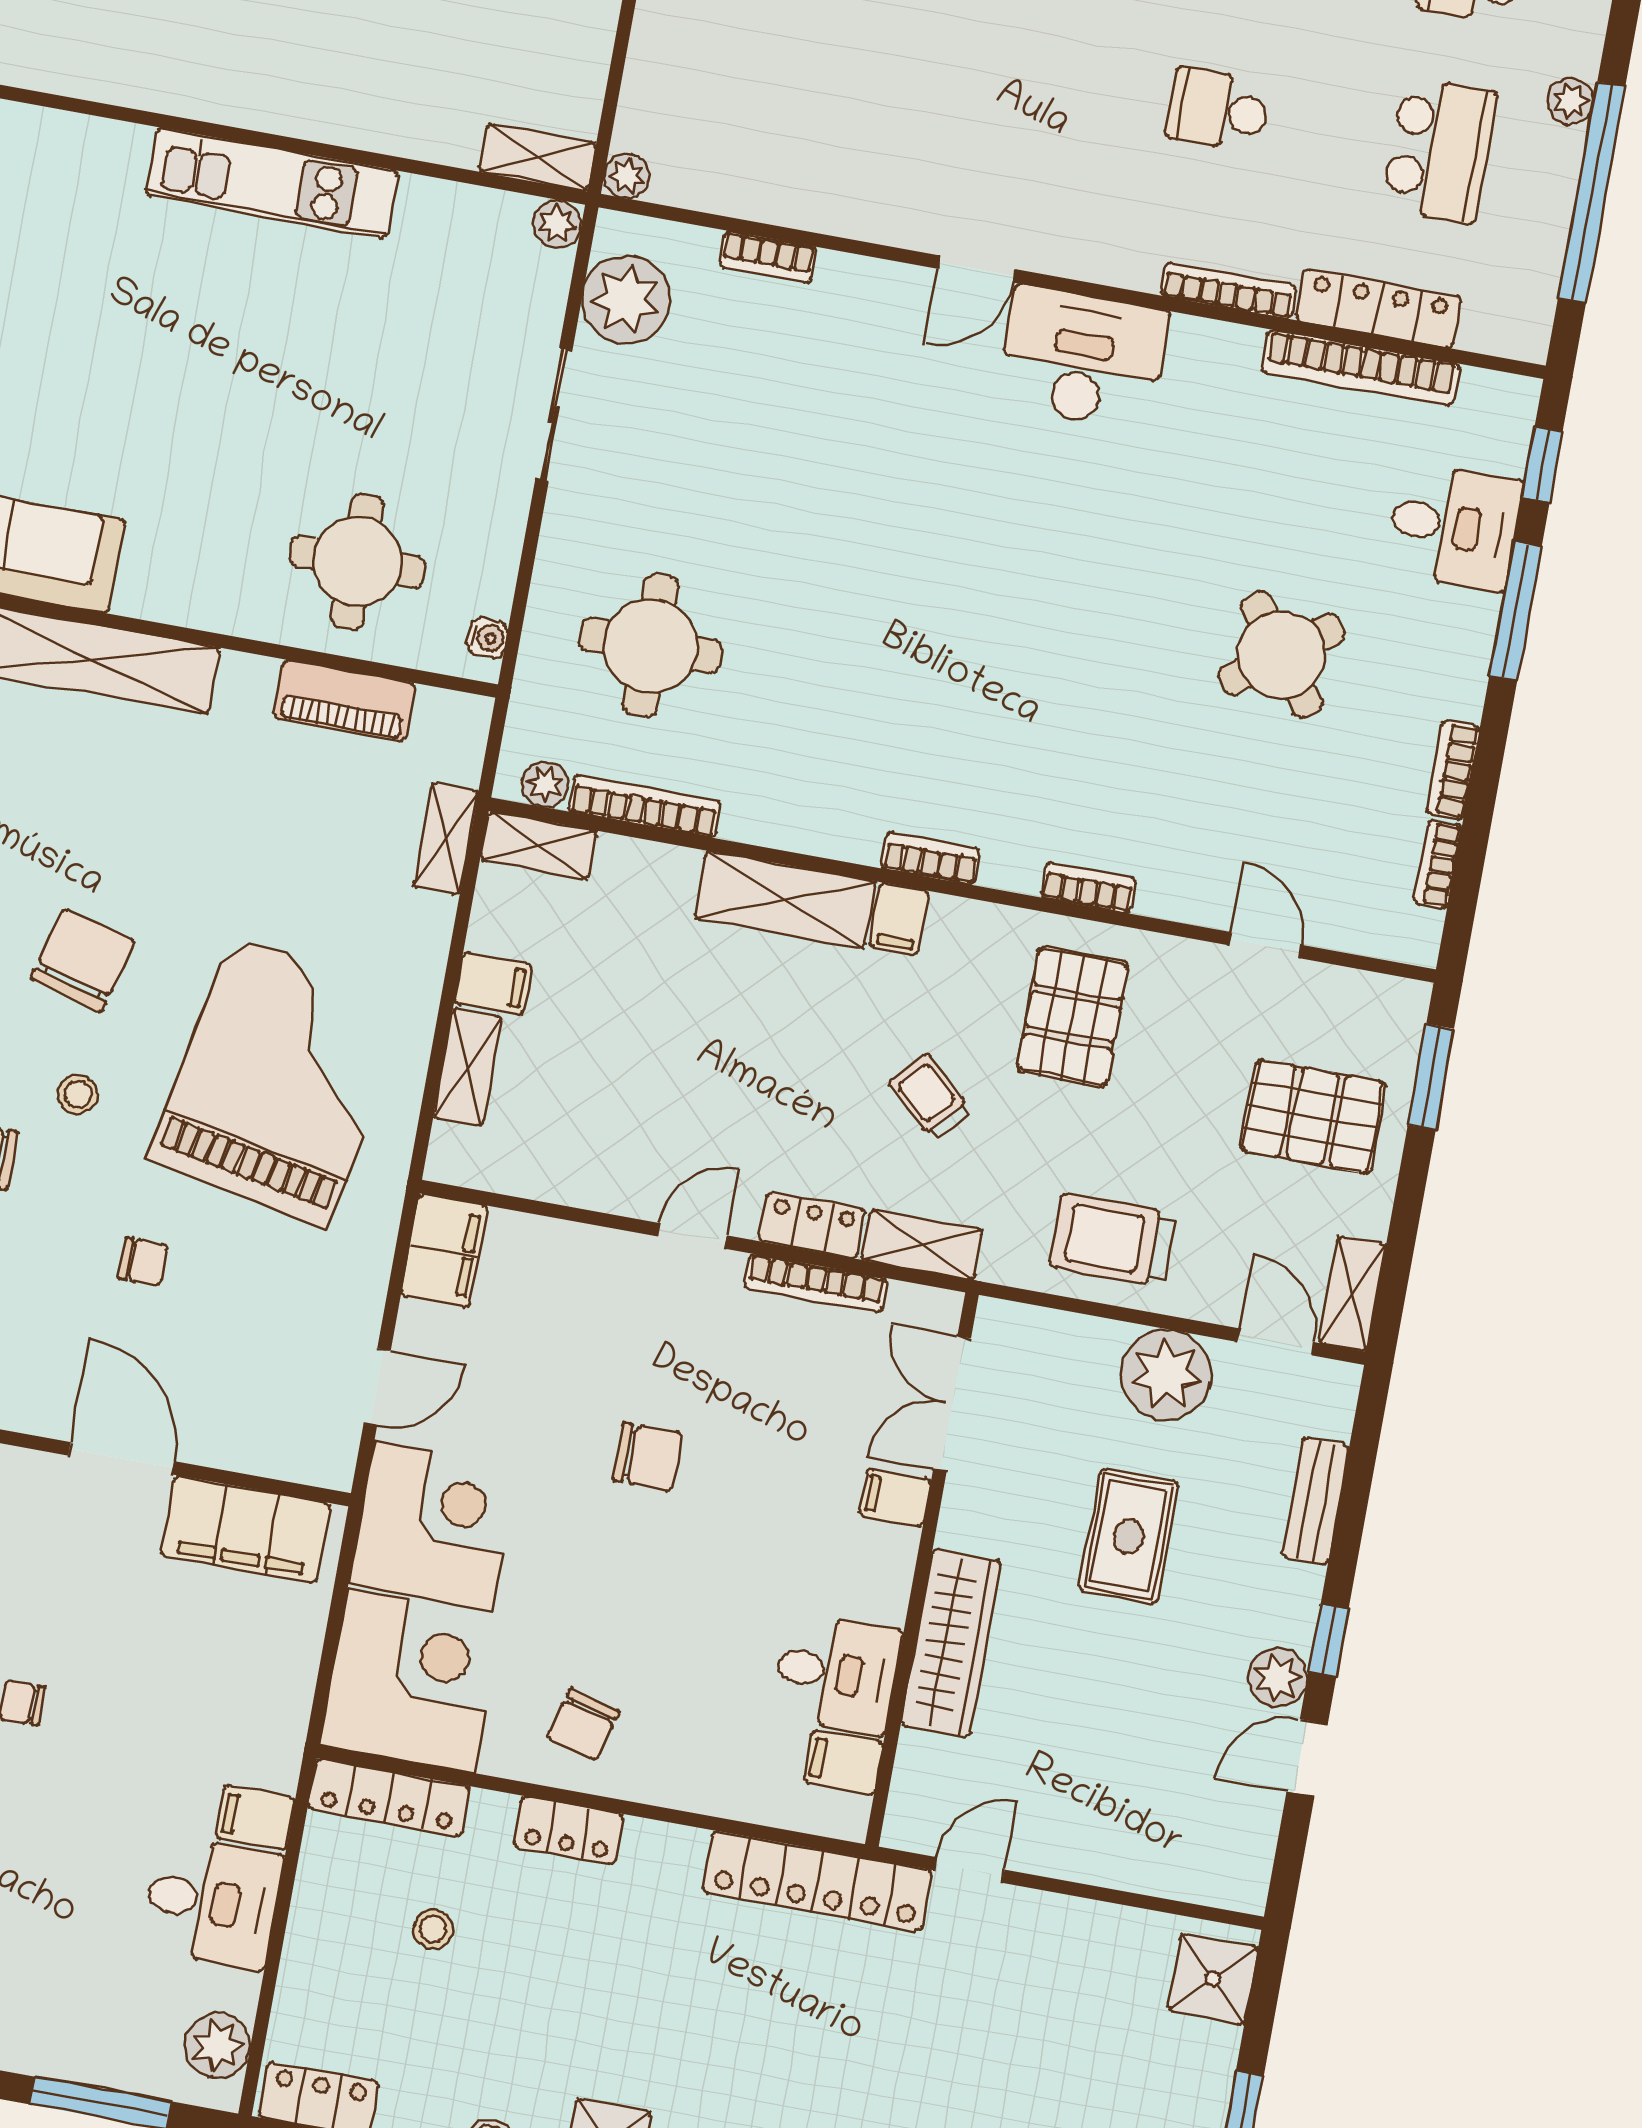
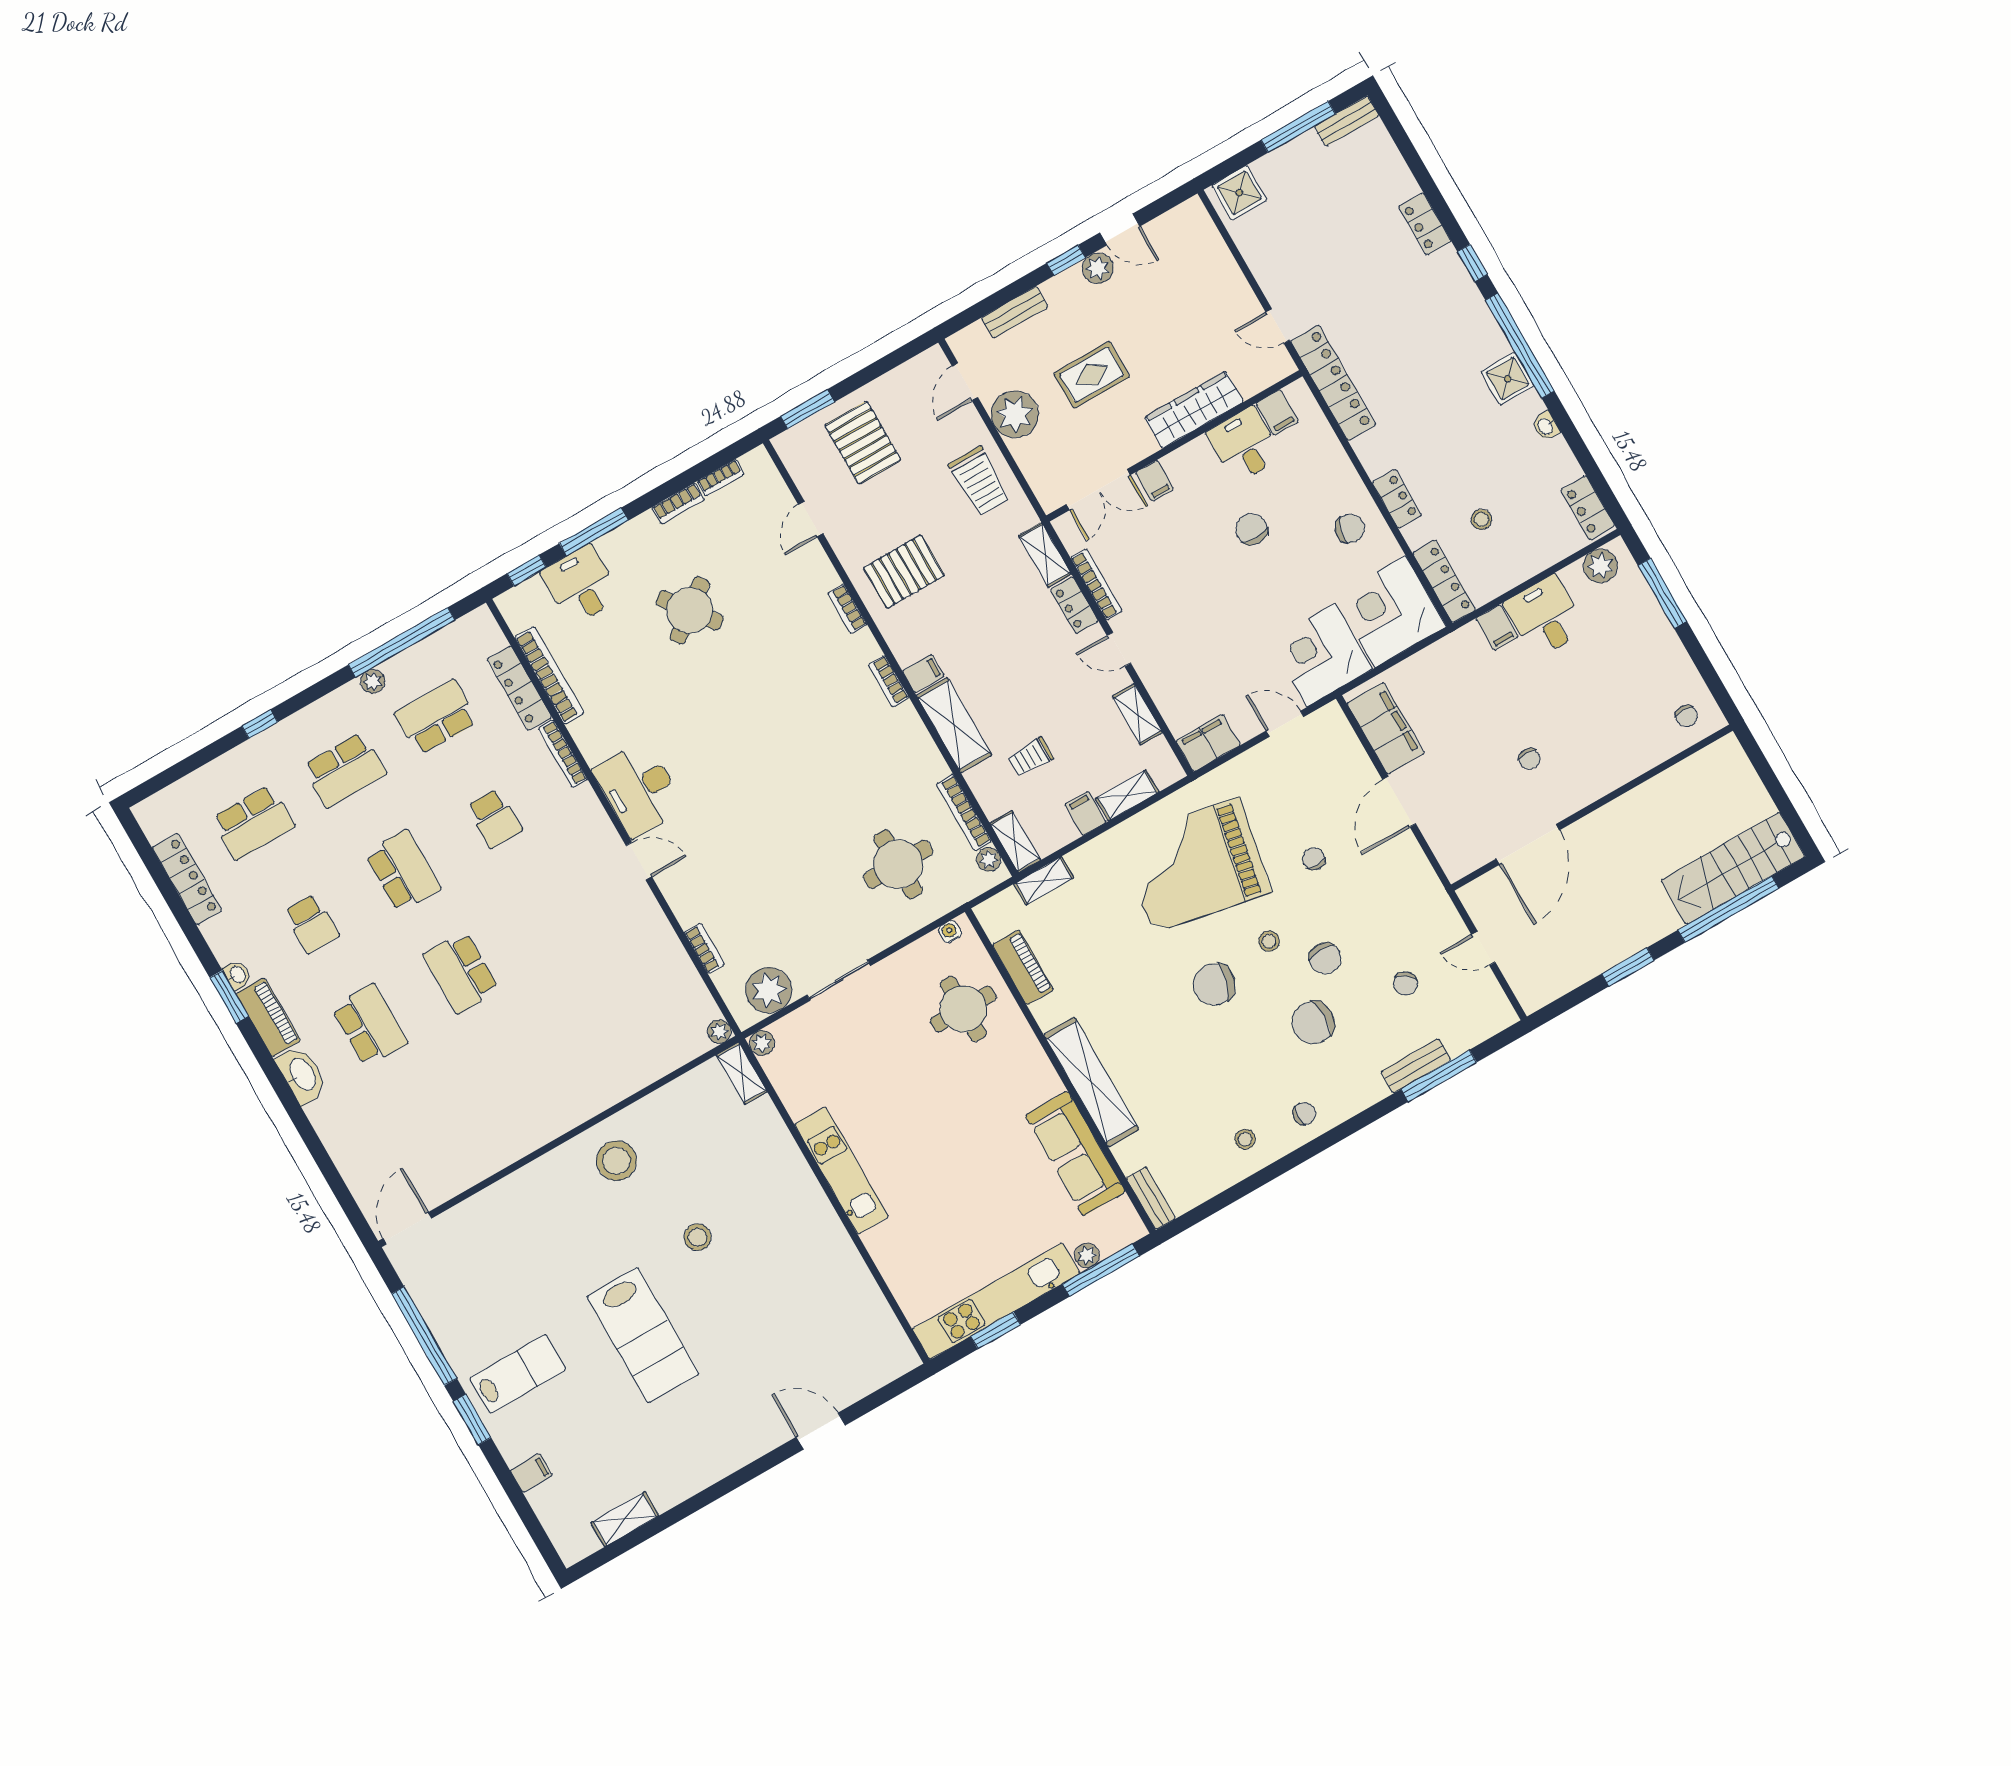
trolley: (930, 1097) -> (1030, 757), moved, turned 48
shelving: (1352, 1294) -> (1137, 714), moved, turned 90
chair: (648, 1457) -> (1252, 529), moved

